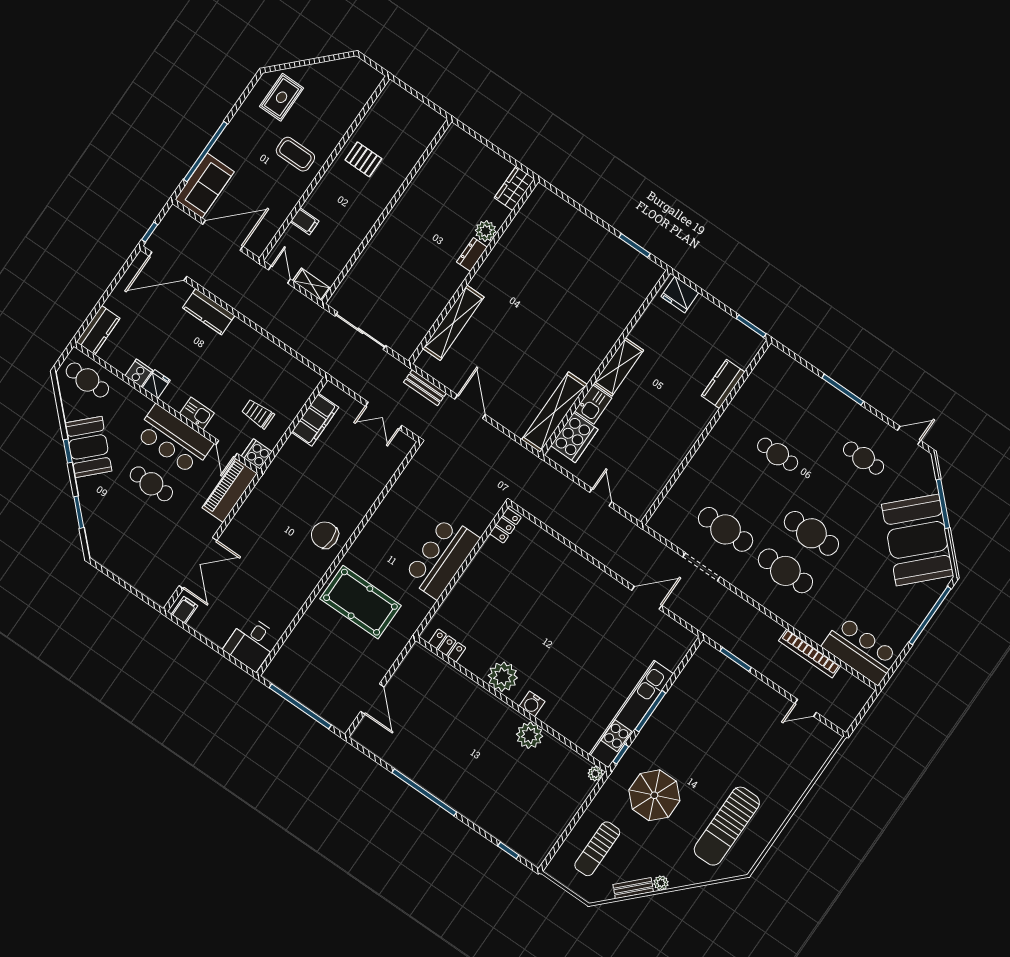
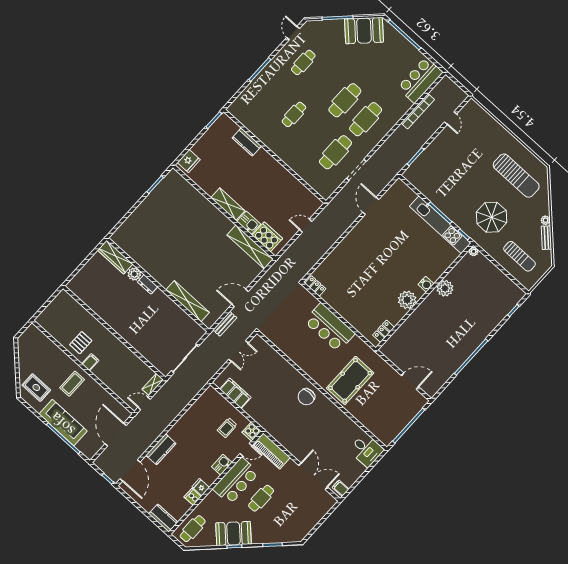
sofa: (205, 186) -> (63, 423), moved, width x1.36
wardrobe: (514, 188) -> (115, 257), width x1.50
filing cabinet: (305, 221) -> (90, 362), moved
booth: (918, 540) -> (364, 31), width x0.73, depth x0.70

